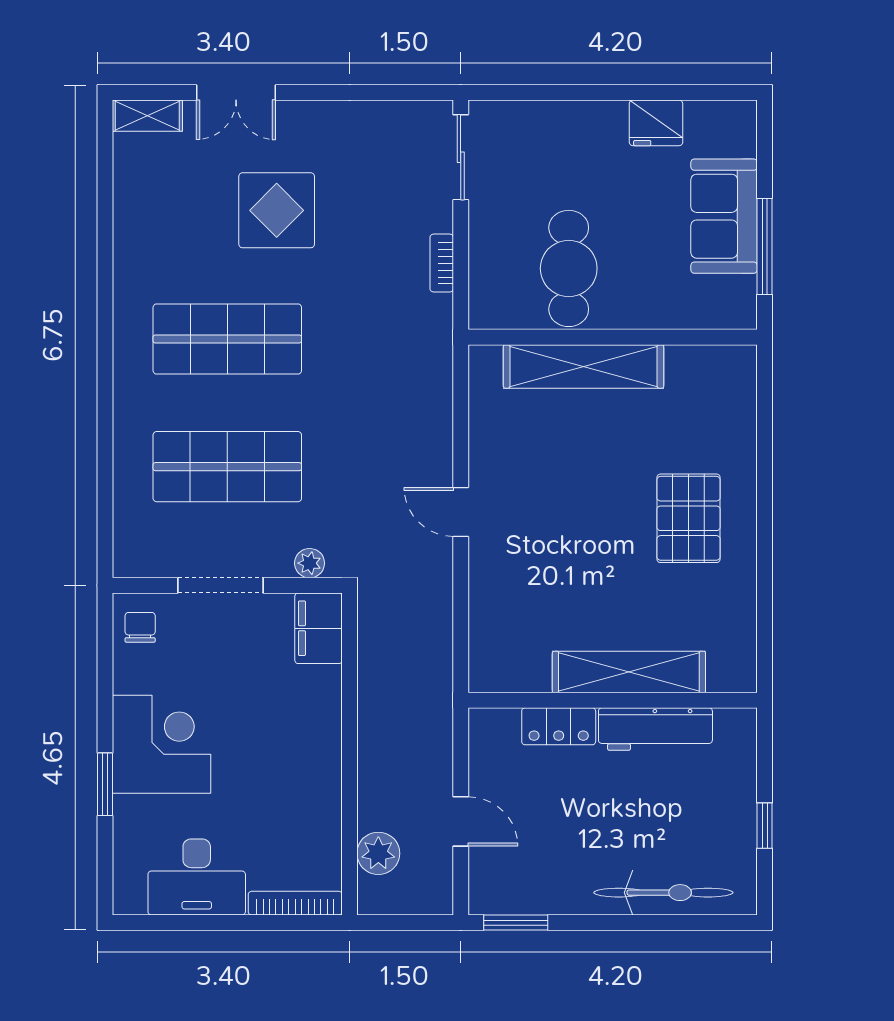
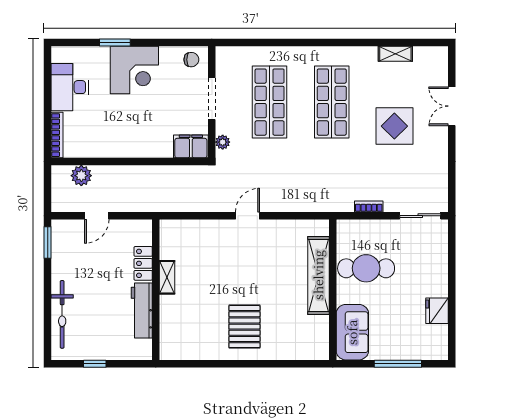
shelving: (147, 116) -> (395, 54), moved, turned 90
sofa: (724, 216) -> (352, 332), moved, turned 90
window: (765, 247) -> (398, 364), moved
pallet: (689, 518) -> (244, 327), turned 90
shelving: (629, 672) -> (167, 277), width x0.45, depth x0.75

